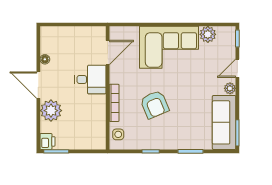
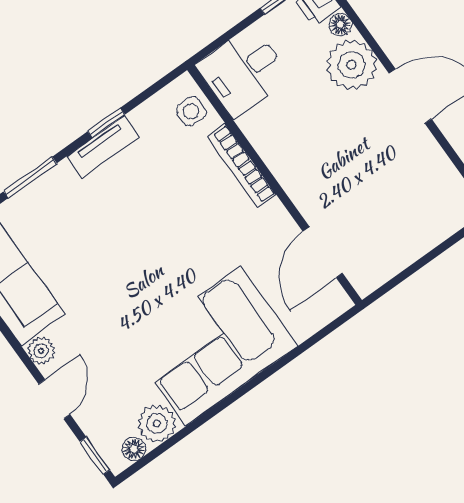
floor lamp: (222, 31) -> (134, 449), added
floor lamp: (45, 59) -> (340, 25), moved
desk: (90, 80) -> (243, 71), moved
armchair: (154, 104) -> (163, 218), removed
tv unit: (158, 144) -> (103, 147), added

